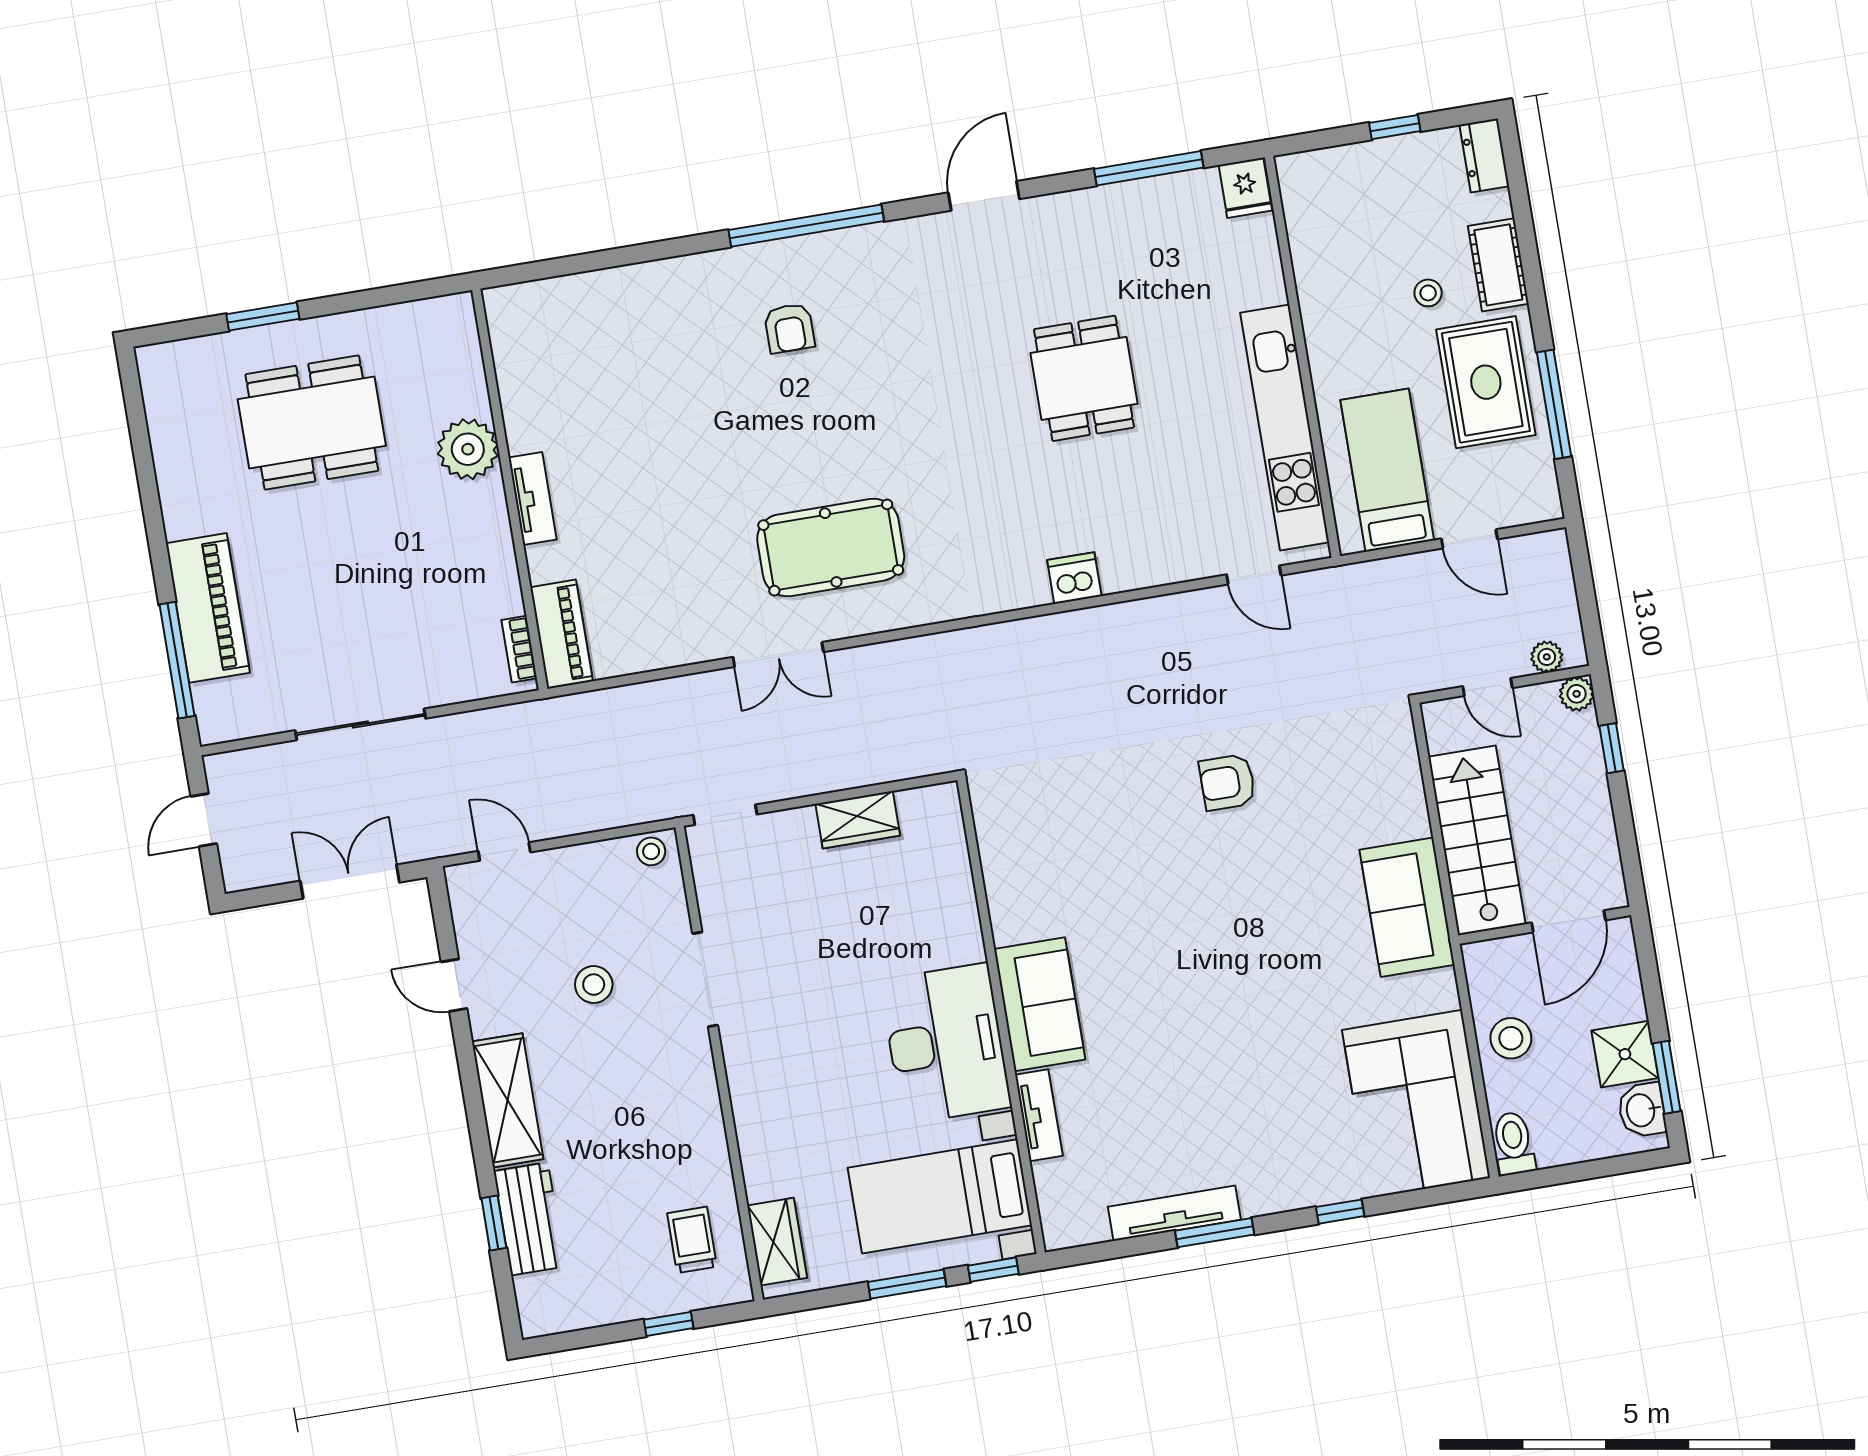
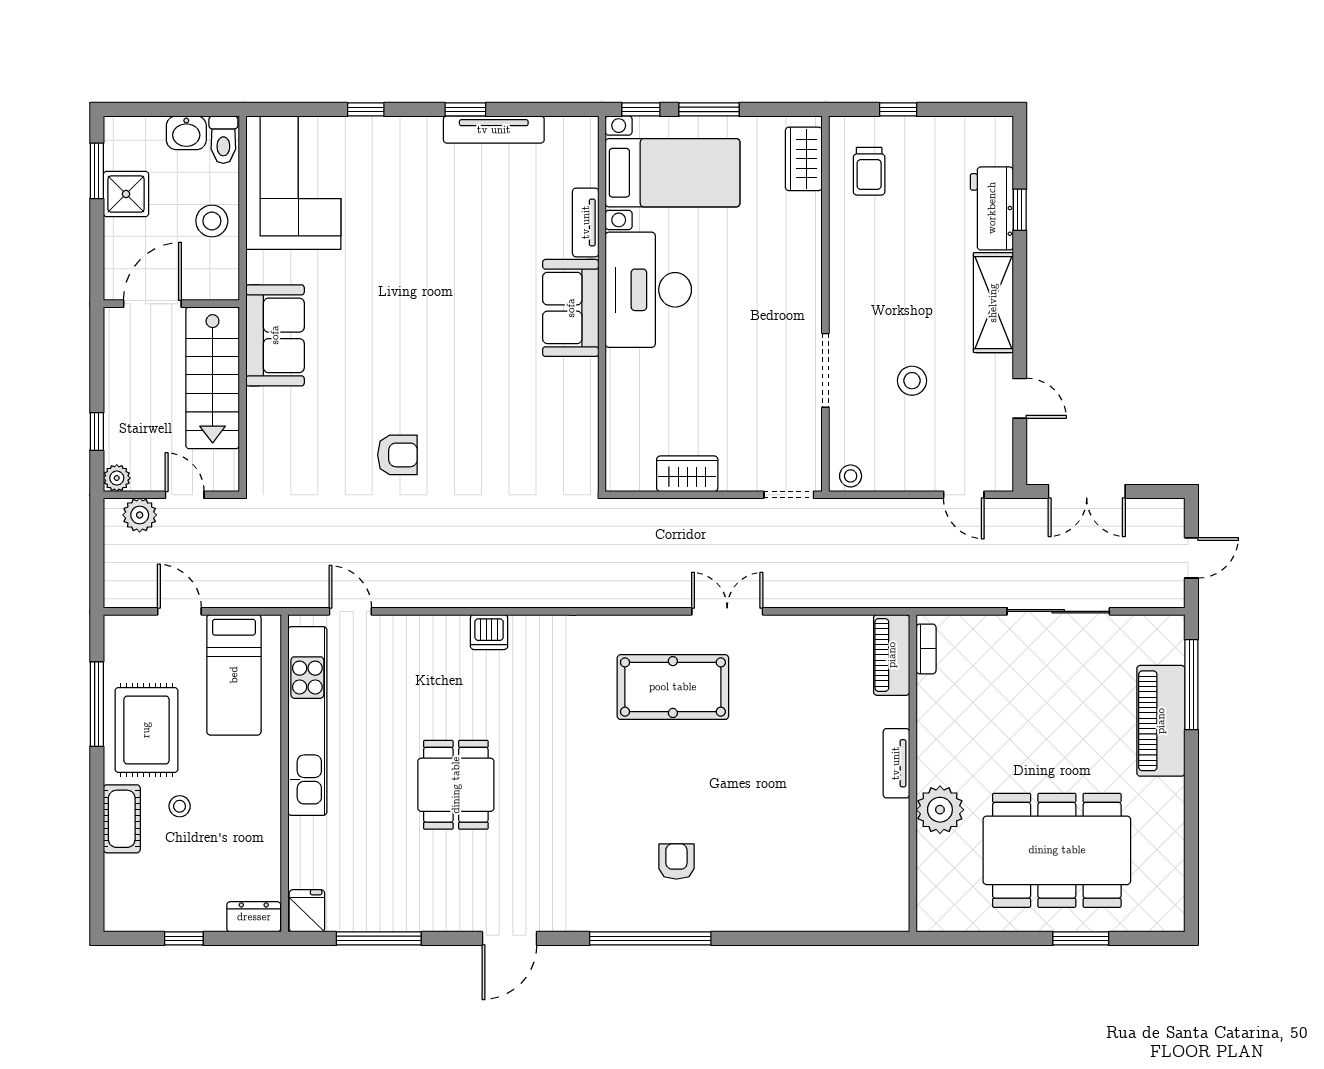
dresser: (1484, 155) -> (254, 917), moved, turned -90
dining table: (312, 423) -> (1057, 850), width x1.36, depth x1.24
plant: (1547, 657) -> (140, 515), width x1.38, depth x1.38
washbasin: (1642, 1110) -> (186, 133), moved, turned 90
window: (1215, 1233) -> (465, 109), width x0.67

